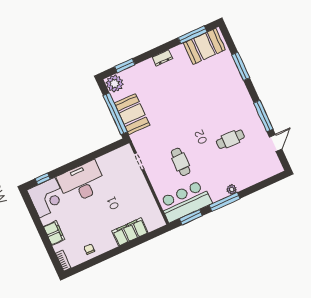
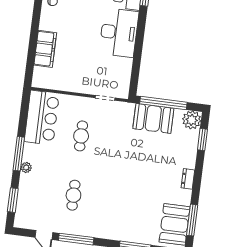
cafe table: (181, 162) -> (81, 136), turned 90
window: (191, 217) -> (13, 200), moved

